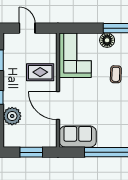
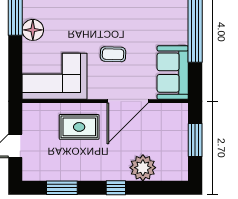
rug: (40, 72) -> (79, 127), turned 90
coffee table: (116, 74) -> (113, 54), moved

